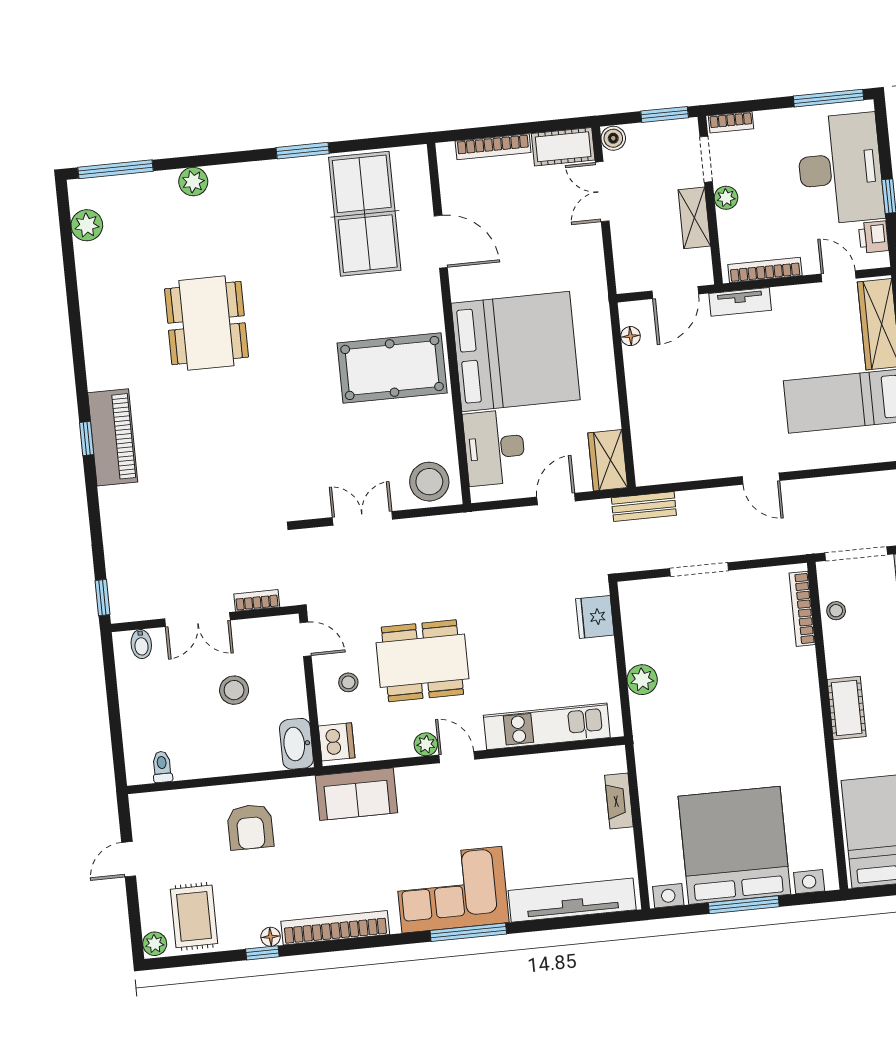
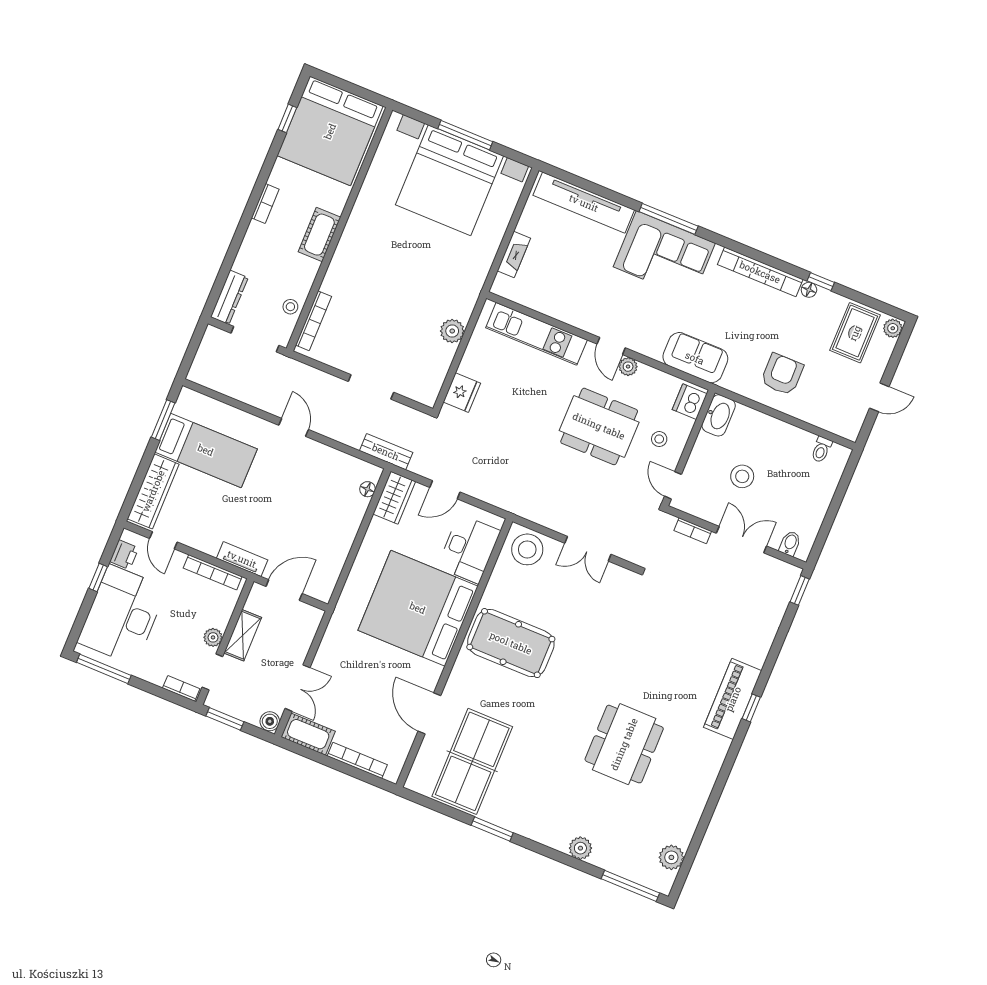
floor lamp: (631, 336) -> (368, 489), moved

